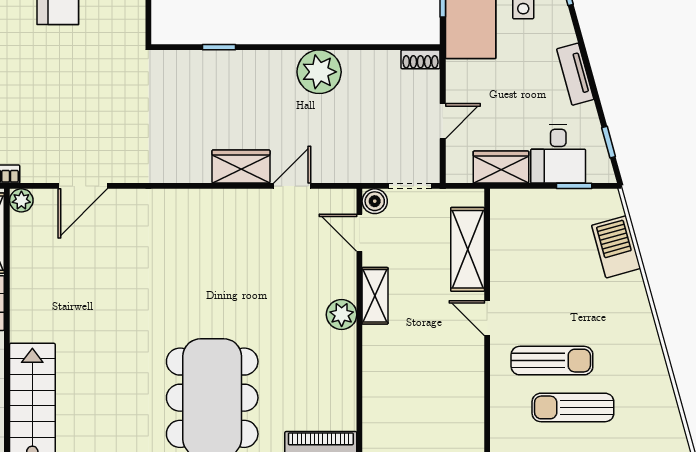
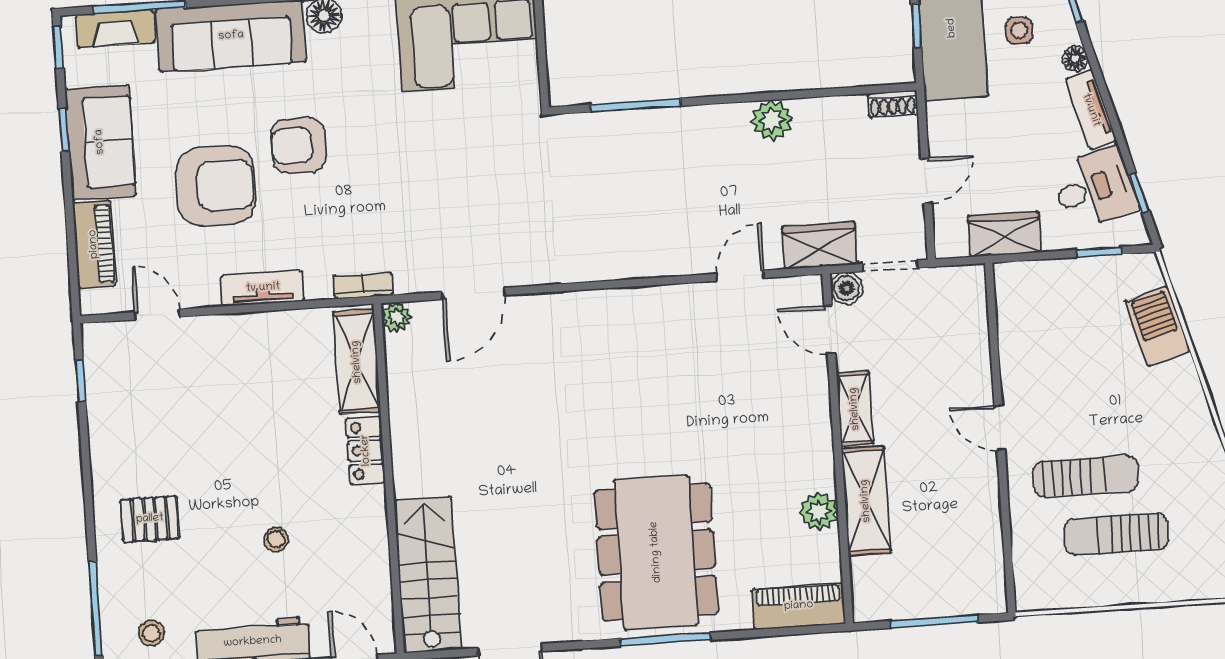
floor lamp: (565, 34) -> (1075, 59), added
window: (219, 47) -> (635, 105), width x2.17
plant: (319, 72) -> (772, 120), width x0.73, depth x0.73
desk: (558, 154) -> (1094, 188), moved, turned -105
wardrobe: (241, 166) -> (820, 246), moved
shelving: (468, 249) -> (866, 501), moved
plant: (342, 315) -> (819, 511), moved

